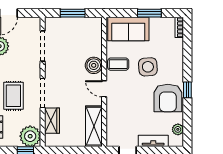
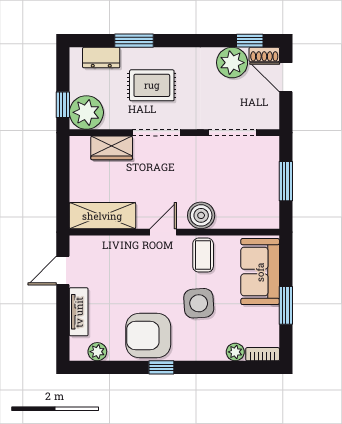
plant: (178, 44) -> (235, 352), added

